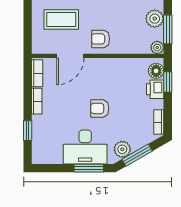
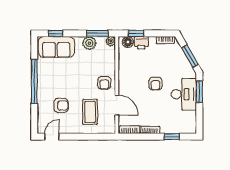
plant: (122, 149) -> (186, 67), removed

